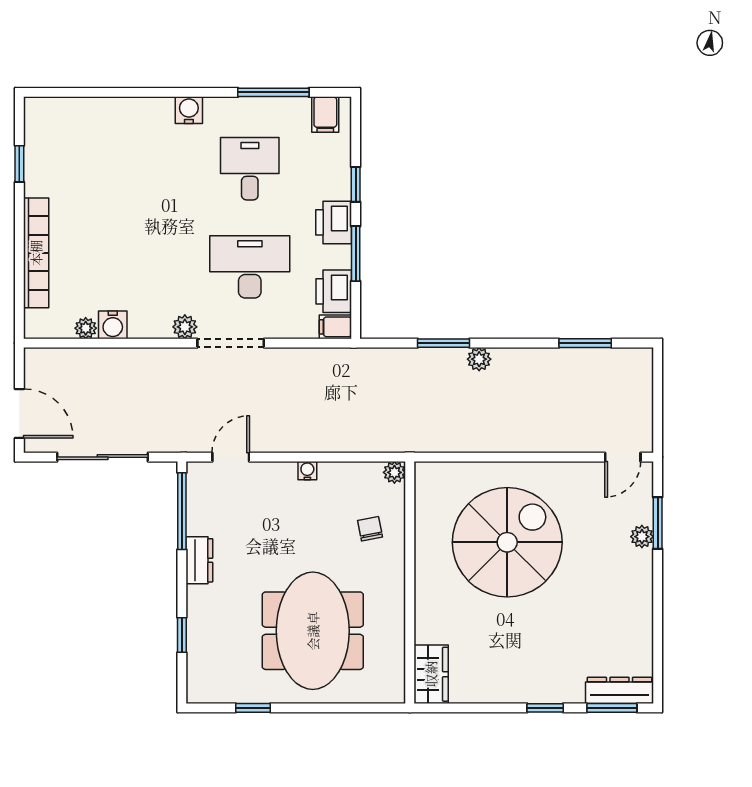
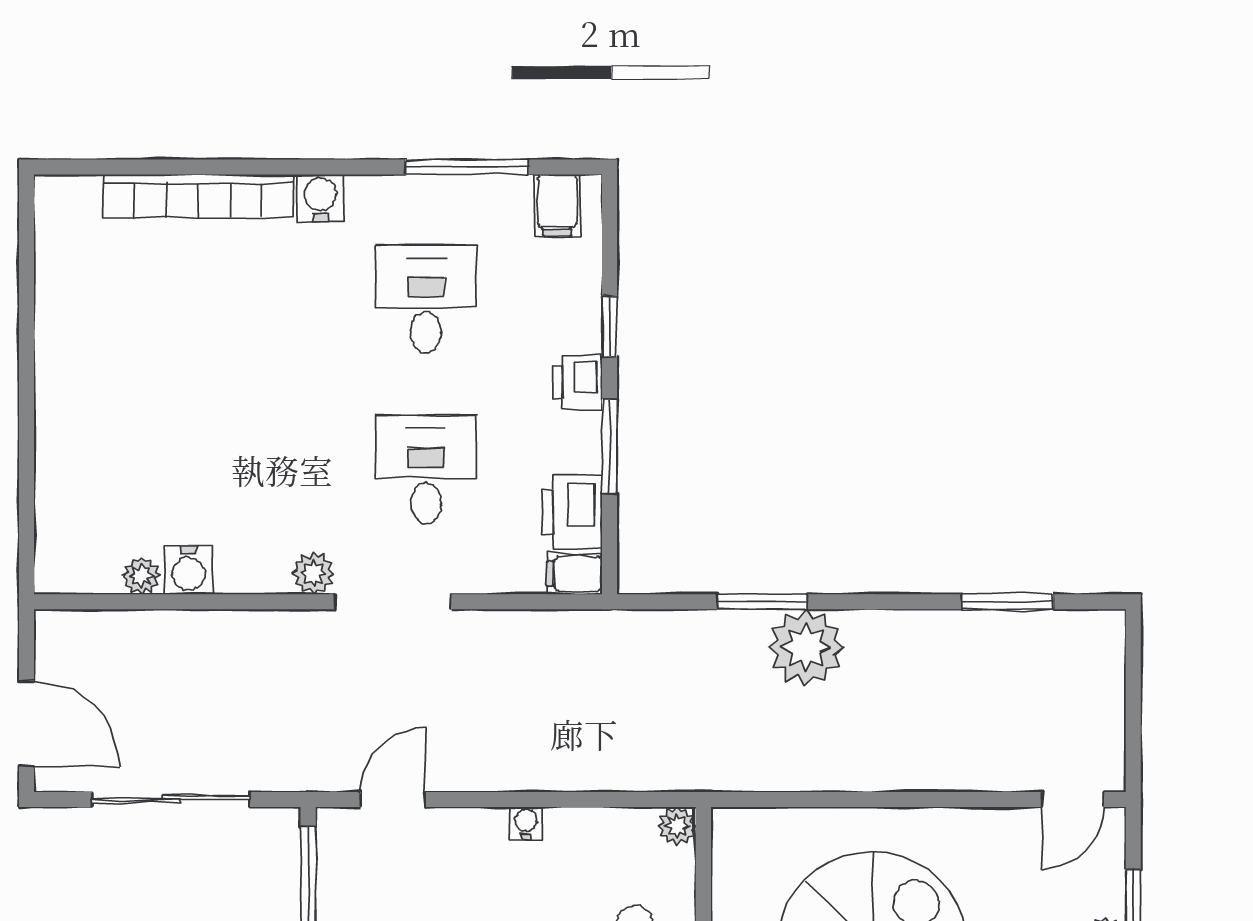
window: (19, 164) -> (26, 291), removed
printer: (334, 222) -> (577, 382), width x0.73, depth x0.81
bookcase: (36, 253) -> (198, 196), moved, turned 90
desk: (250, 267) -> (426, 470), width x0.73
plant: (479, 359) -> (806, 647), width x1.87, depth x1.87

